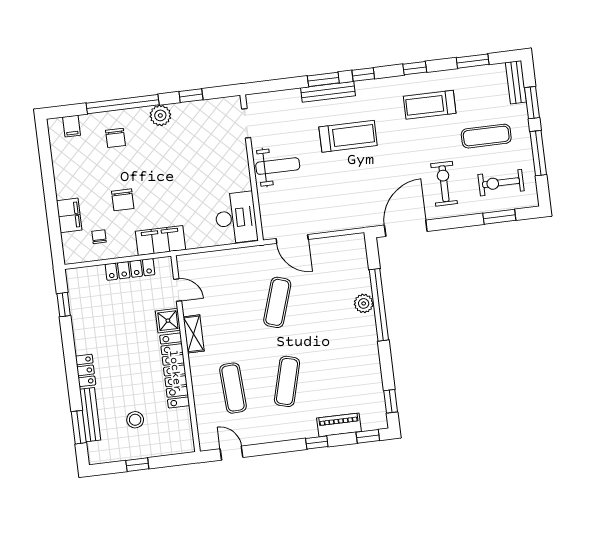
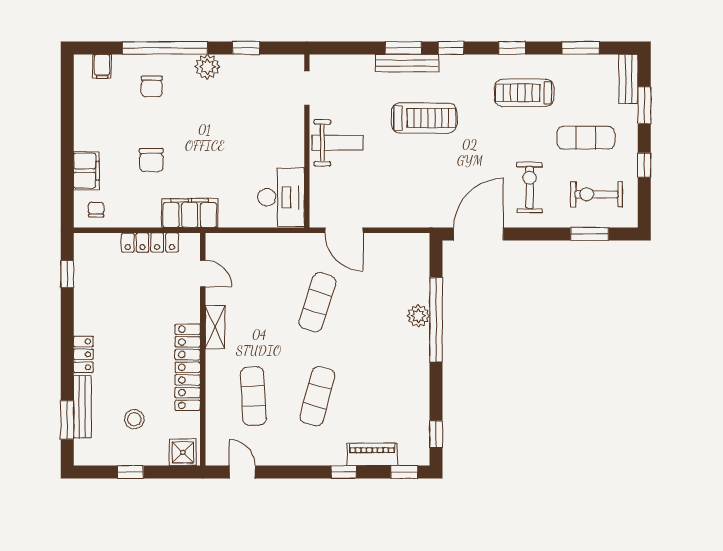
window: (538, 153) -> (644, 165), width x0.46
chair: (99, 237) -> (96, 210), moved
shower: (168, 321) -> (183, 452), moved

